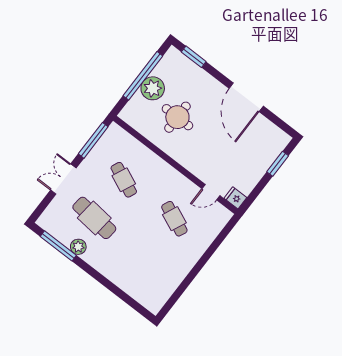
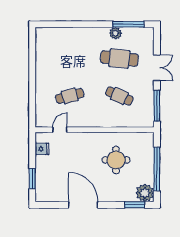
plant: (153, 88) -> (145, 193), moved
fridge: (235, 198) -> (42, 149), moved
cafe table: (174, 219) -> (70, 96), turned -39

